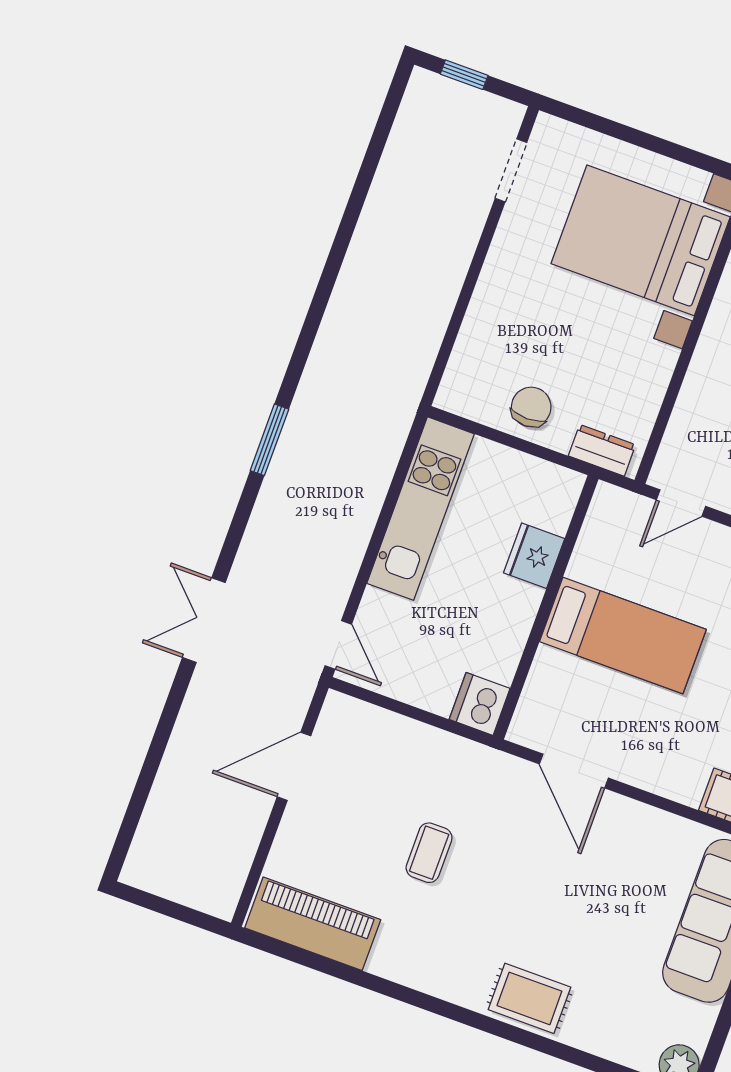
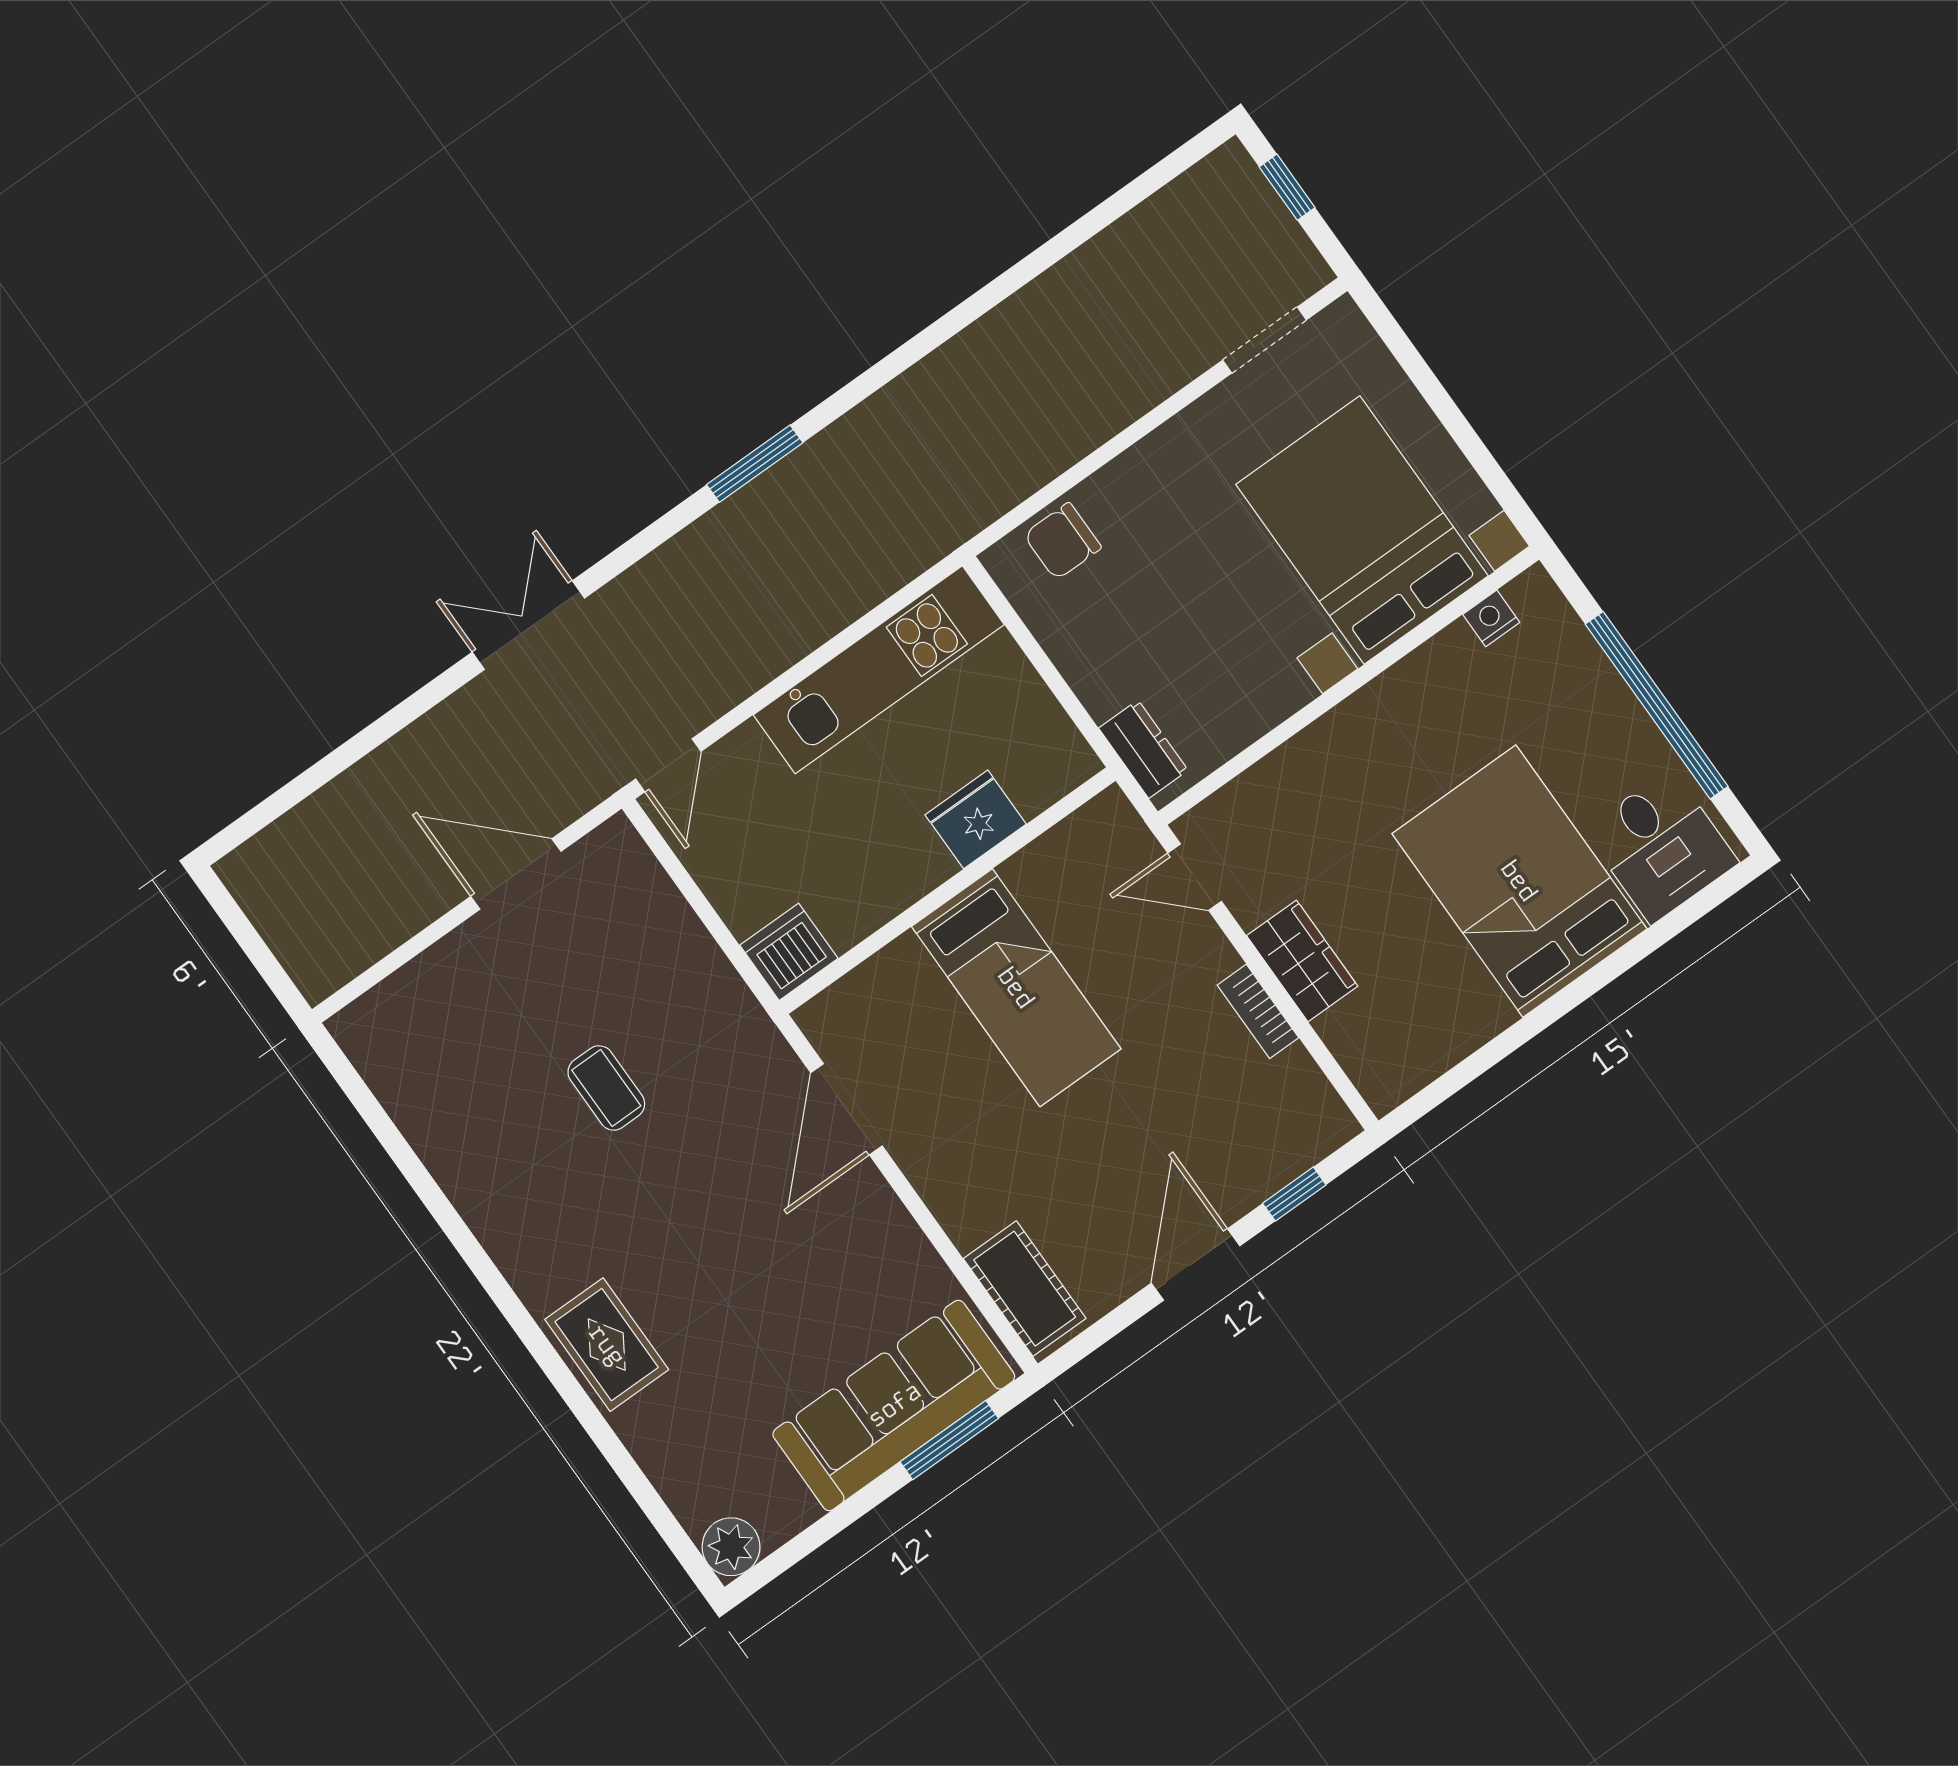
chair: (531, 407) -> (1063, 541), moved, turned 180
coffee table: (429, 853) -> (606, 1088), turned 90
piano: (313, 924) -> (409, 1077), removed

